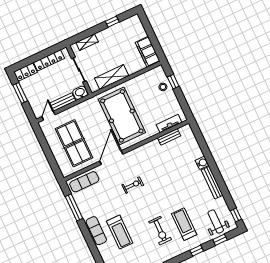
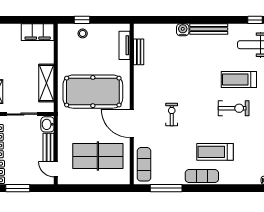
treadmill: (120, 232) -> (215, 152), turned 180

